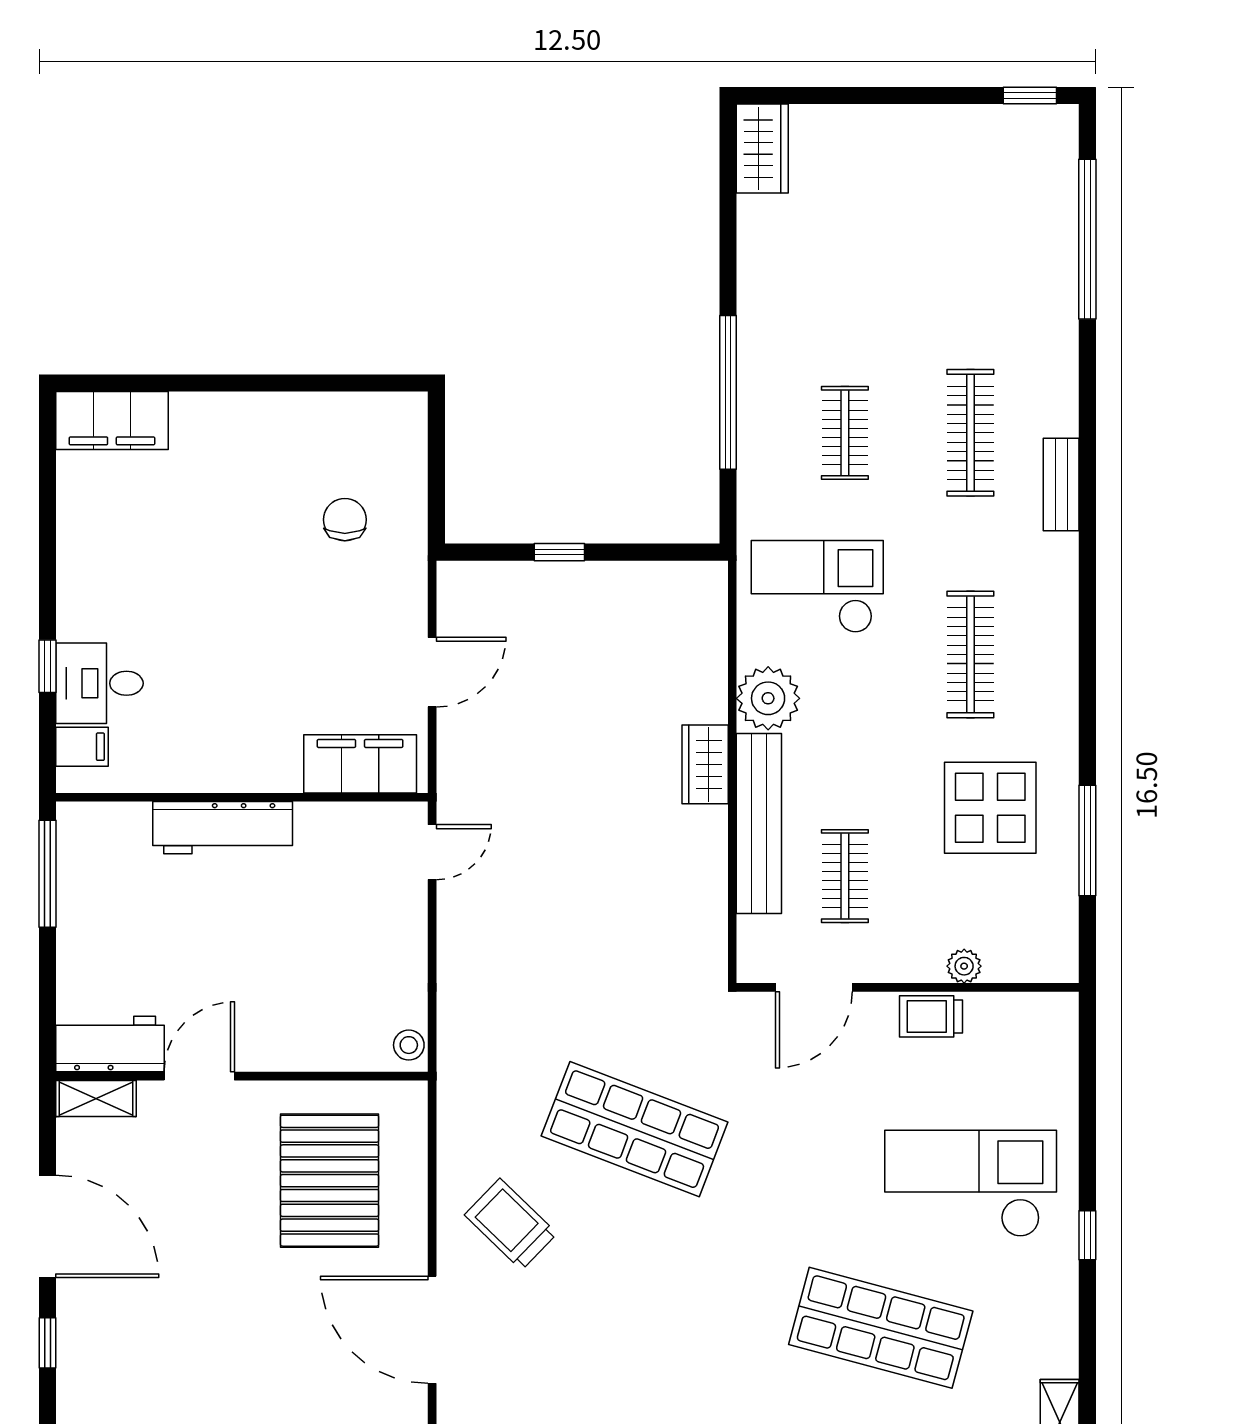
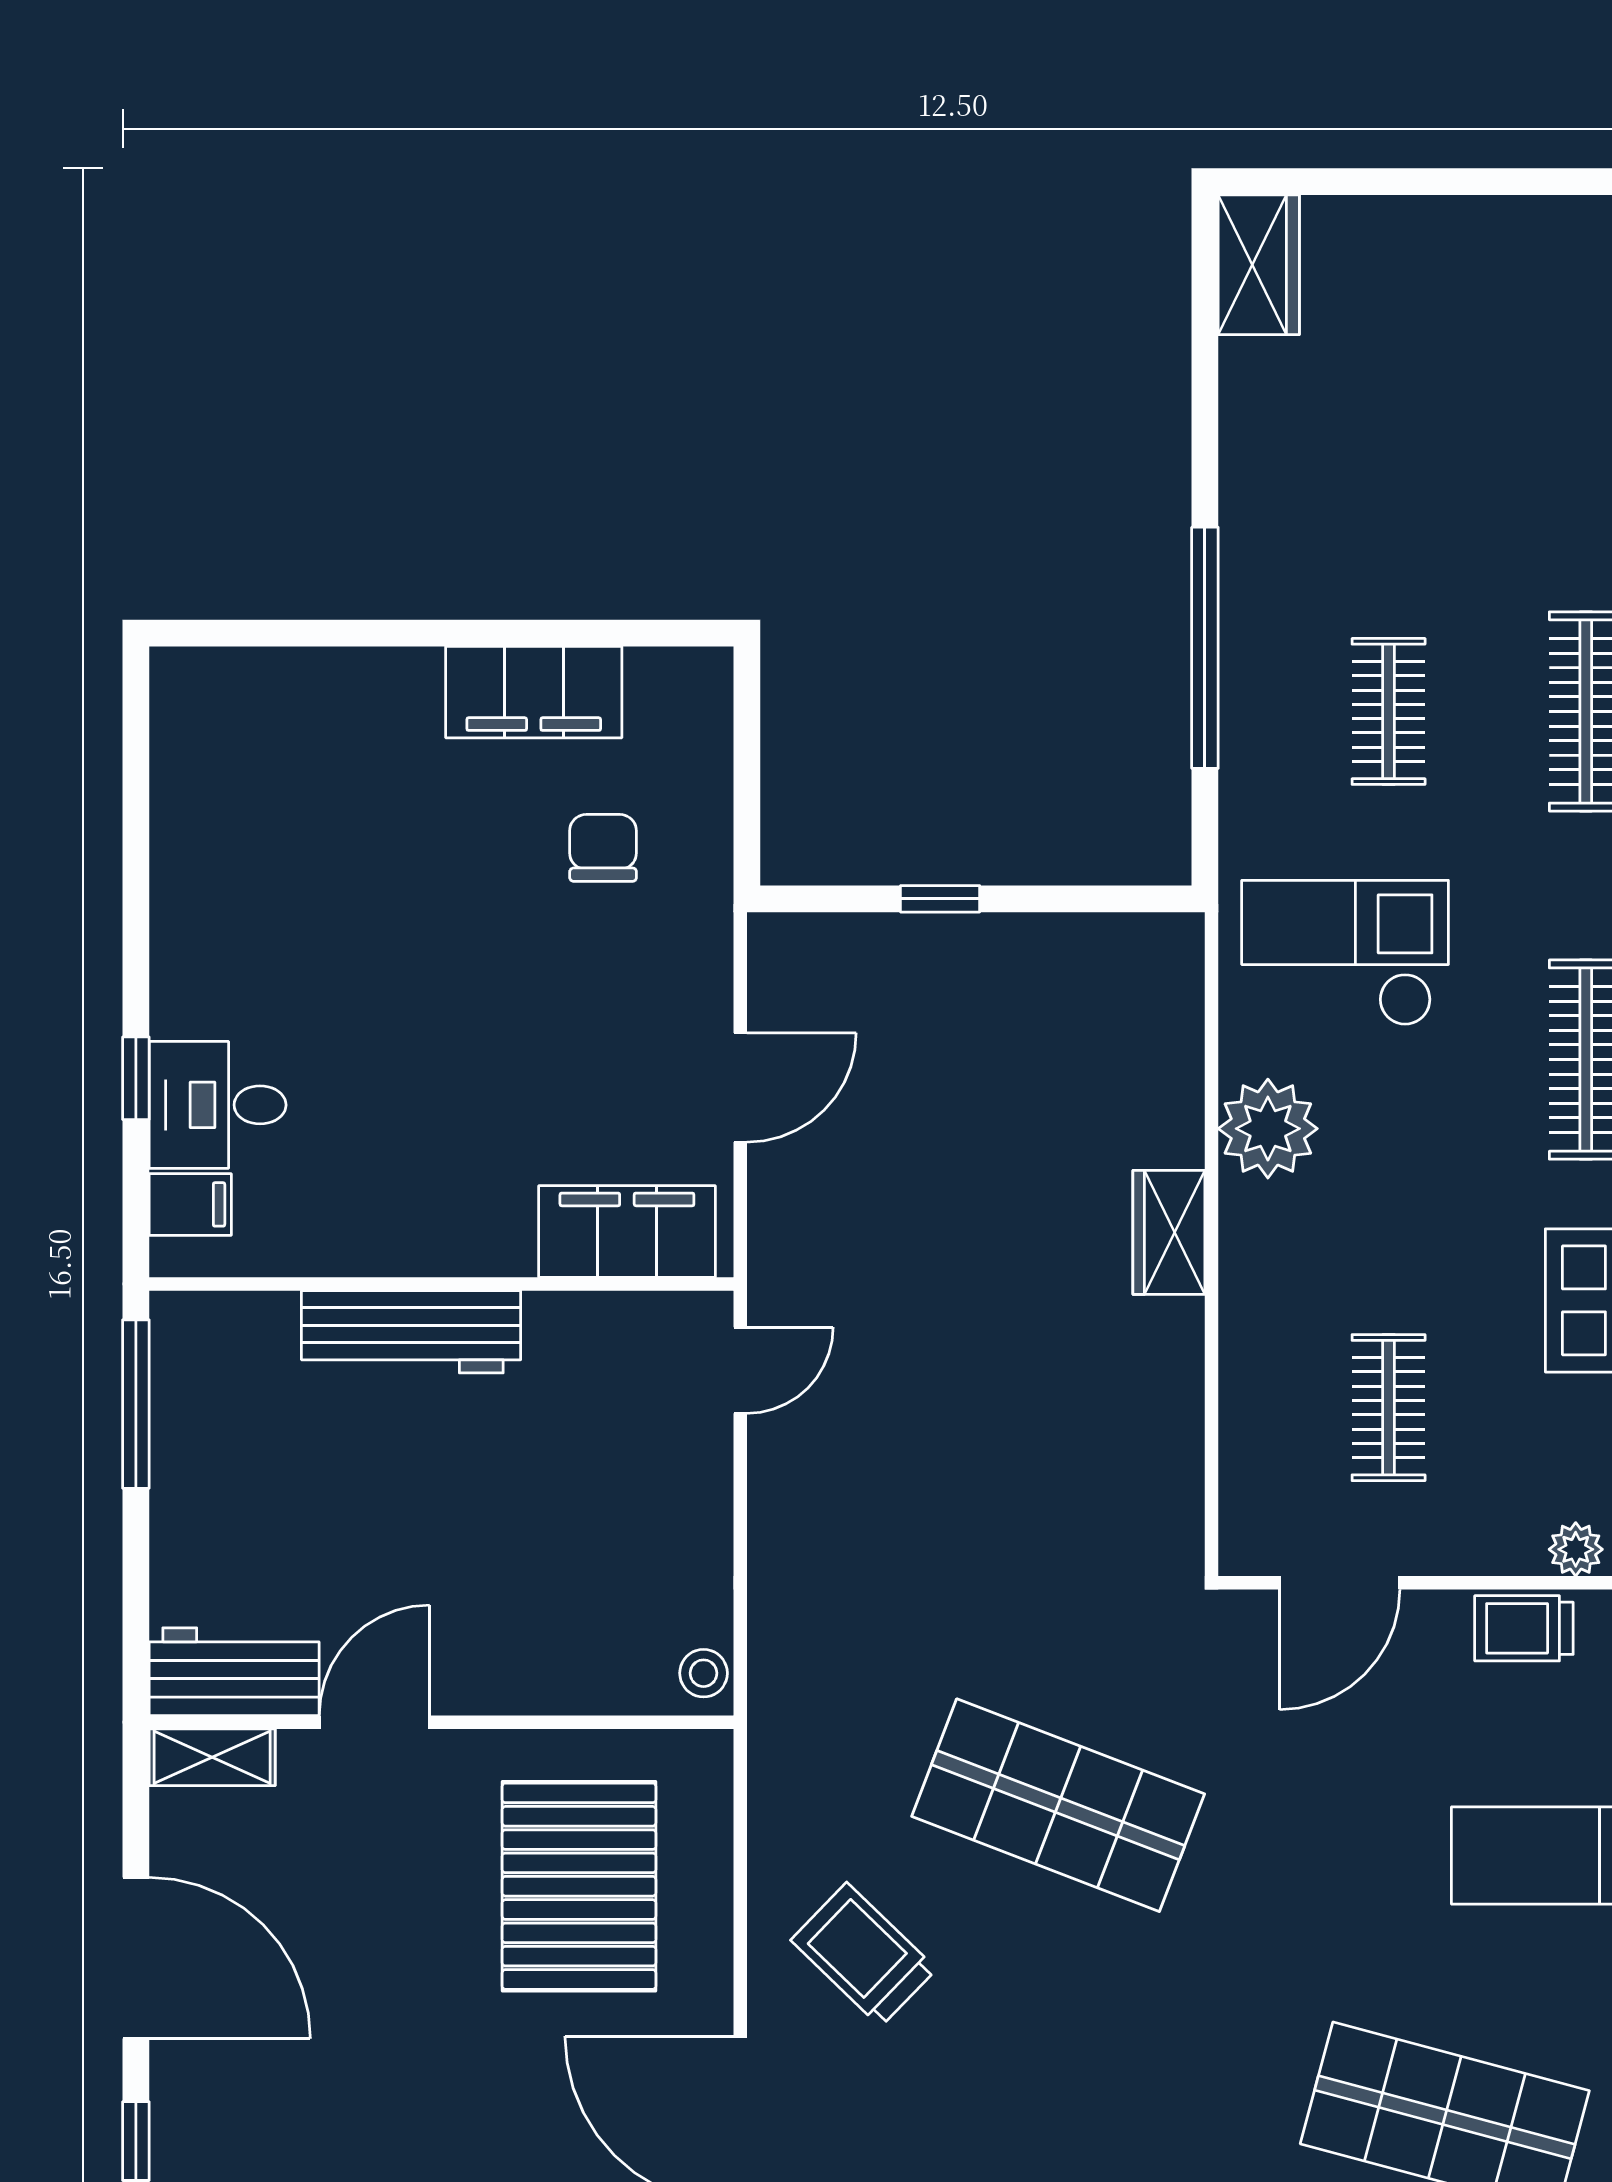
filing cabinet: (112, 420) -> (534, 692), moved
bench: (759, 823) -> (1254, 1325), removed

